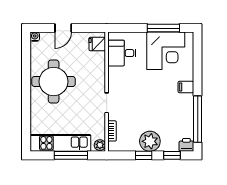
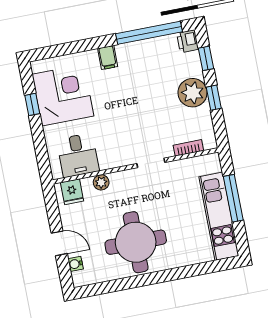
window: (163, 28) -> (32, 104), width x0.46
water cooler: (35, 37) -> (75, 264), moved
plant: (100, 145) -> (101, 182), moved

